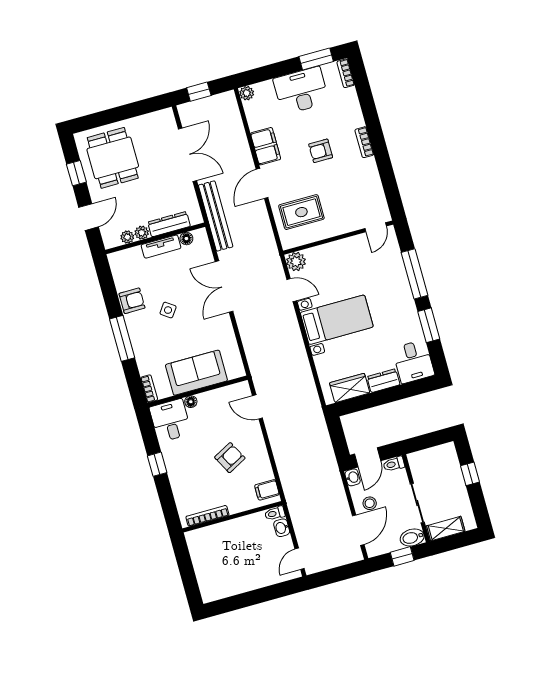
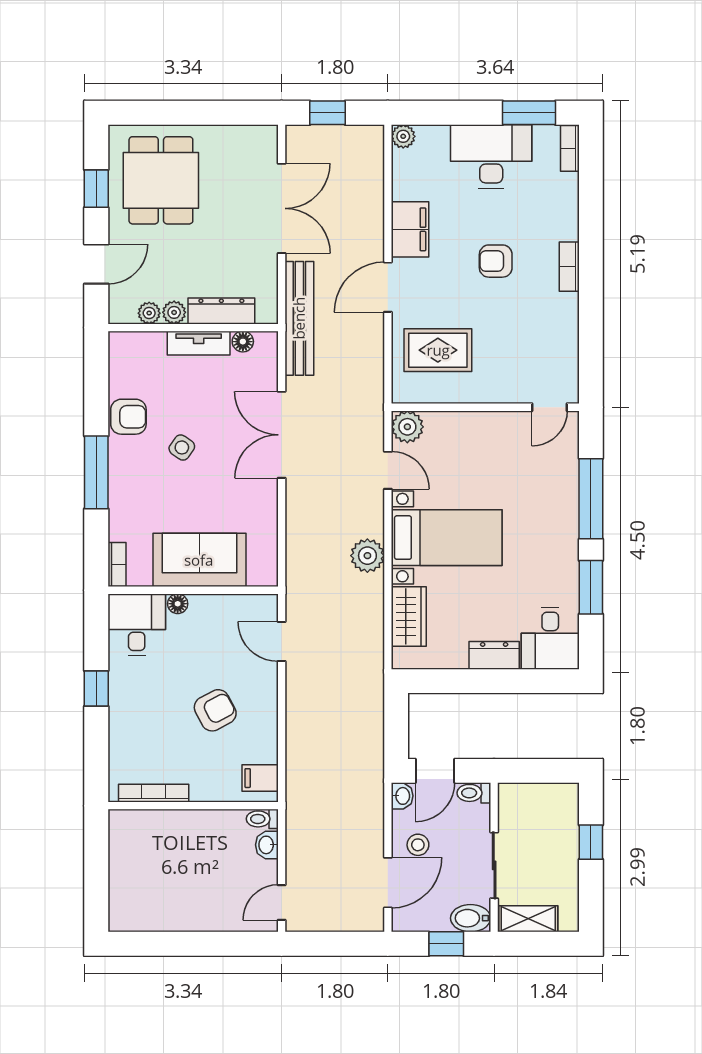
plant: (294, 343) -> (367, 556), added
wardrobe: (350, 388) -> (409, 616), moved, turned 90

